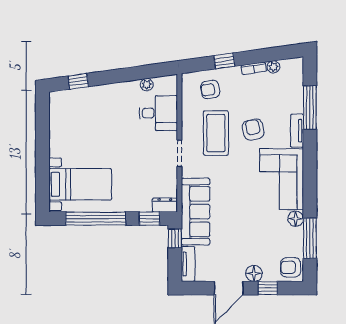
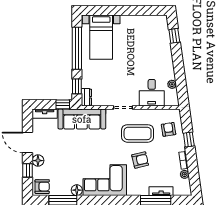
tv unit: (297, 131) -> (161, 191), moved
armchair: (291, 267) -> (42, 187), turned 90

